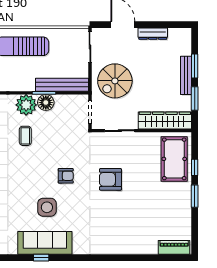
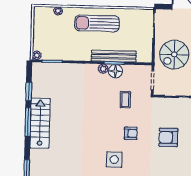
bench: (62, 85) -> (114, 56), moved
plant: (26, 105) -> (103, 69), width x0.53, depth x0.53
coffee table: (25, 136) -> (125, 100), moved

